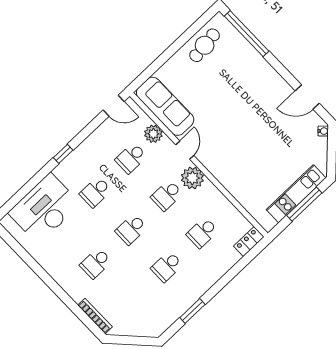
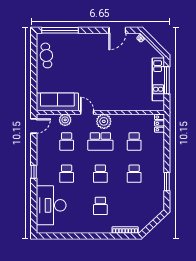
school desk: (167, 195) -> (100, 141), width x1.85

